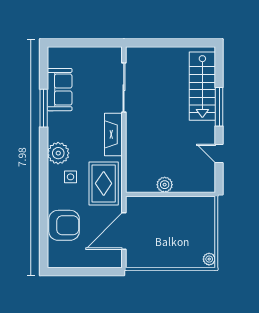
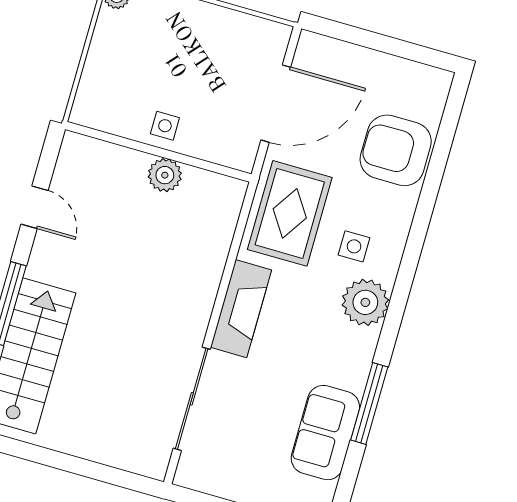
side table: (171, 207) -> (165, 126), added

